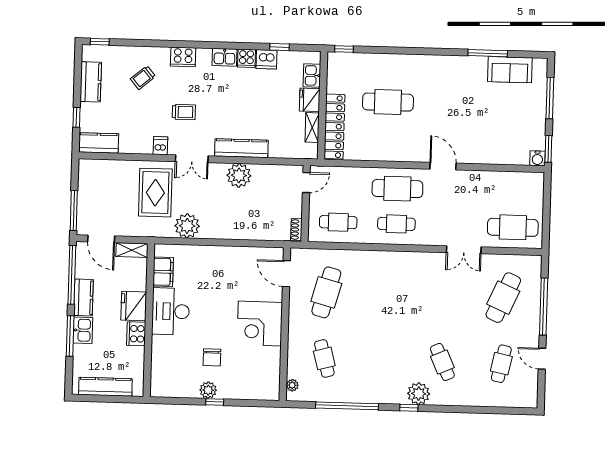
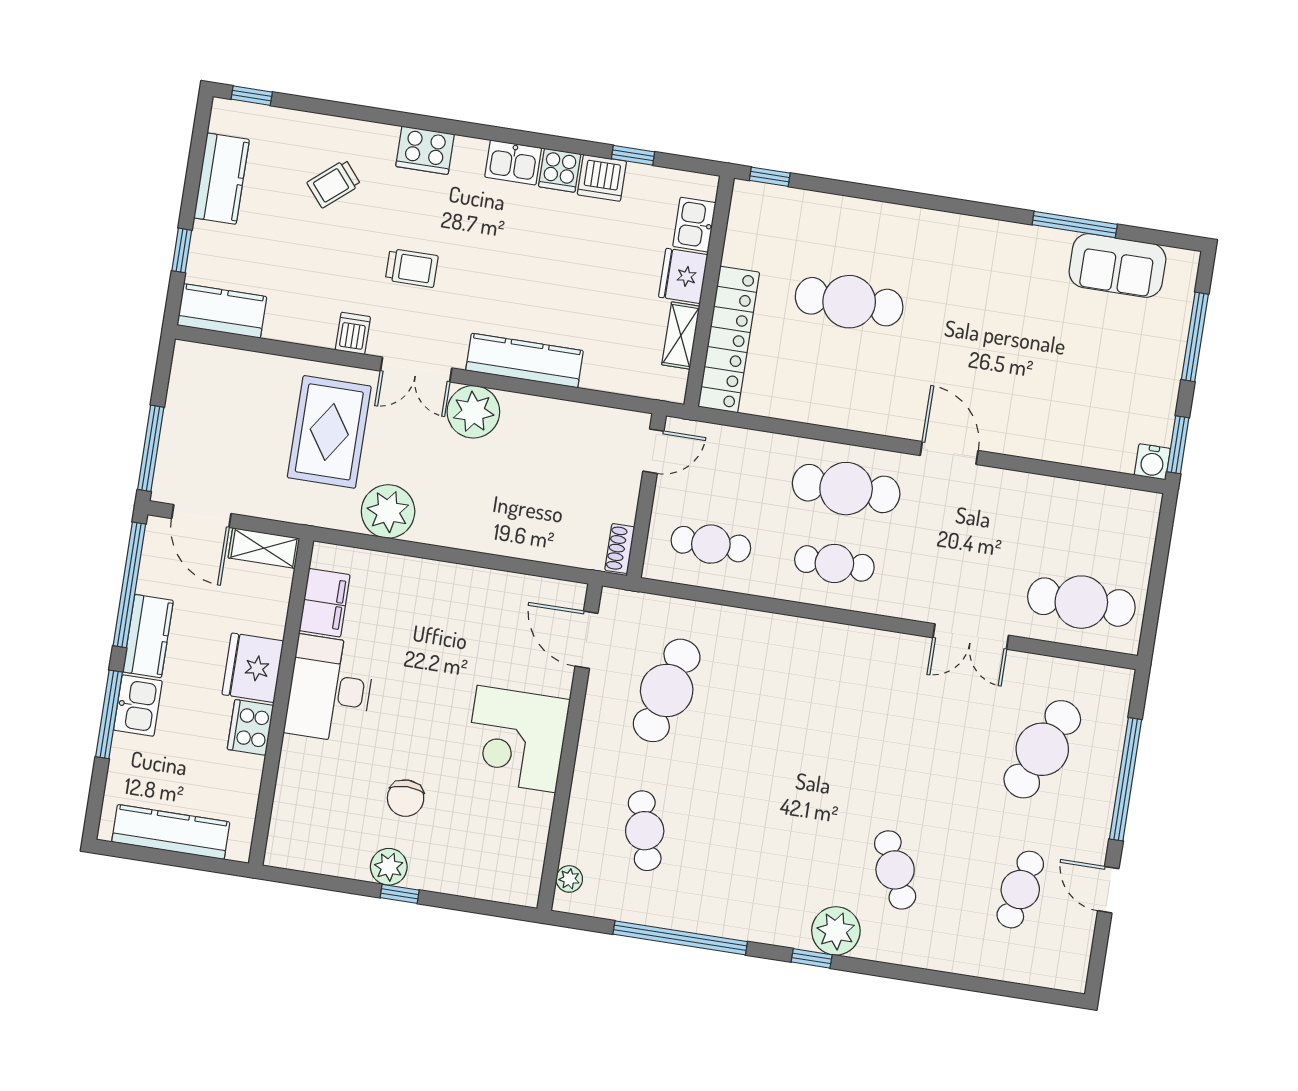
plant: (239, 175) -> (473, 412), moved

